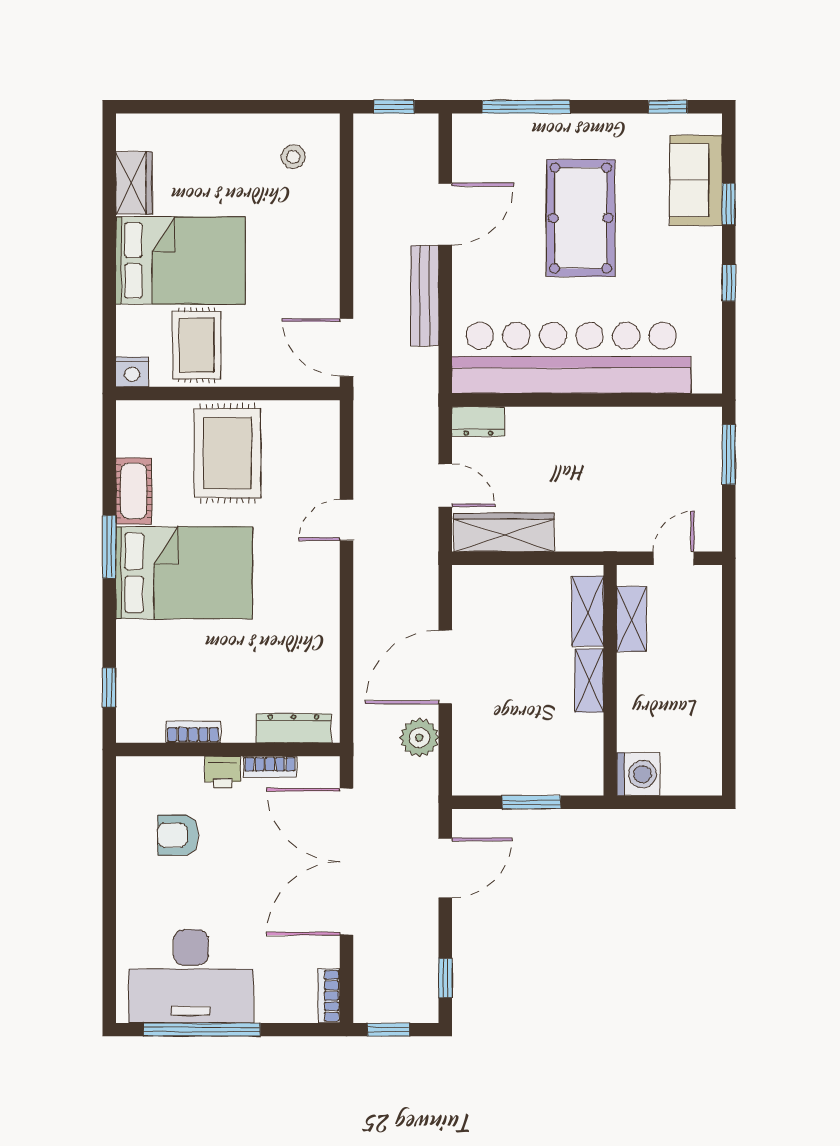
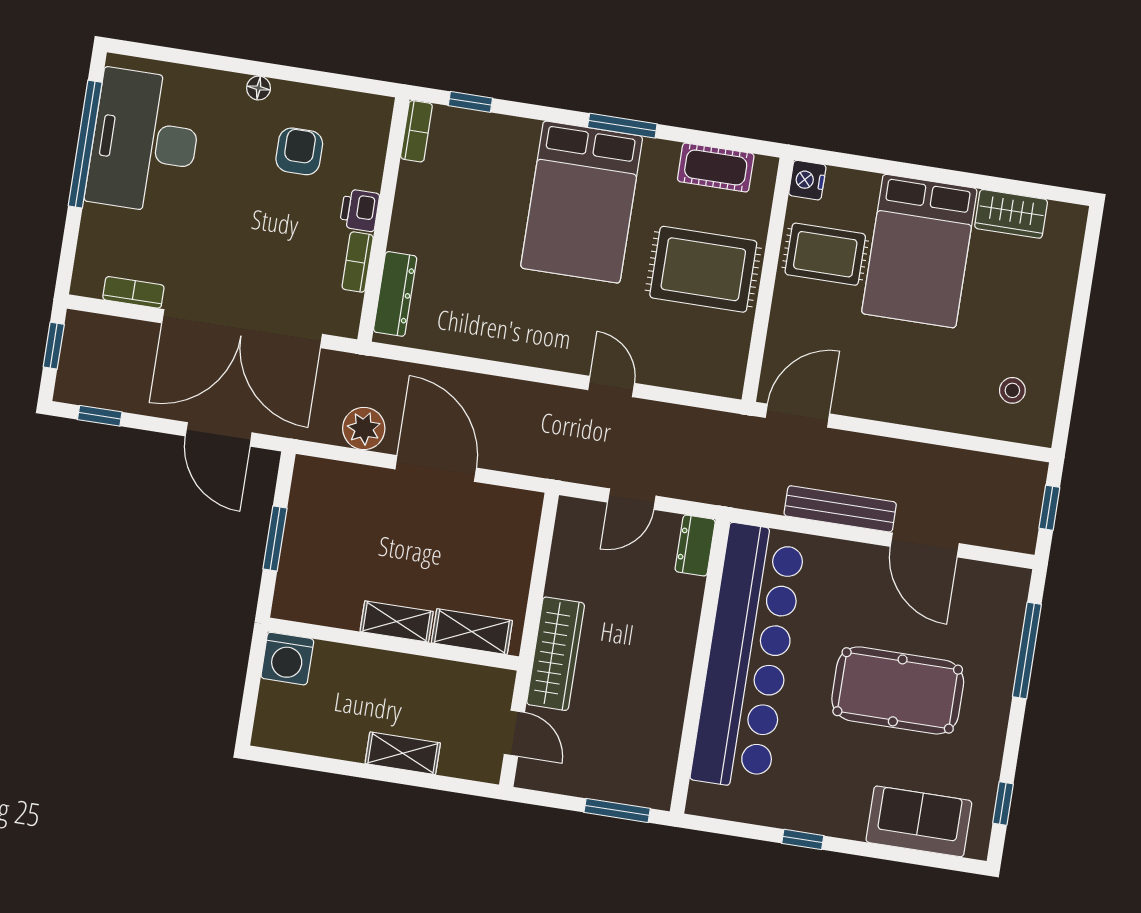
window: (729, 204) -> (888, 853), removed
cot: (134, 491) -> (716, 167), moved
wardrobe: (504, 532) -> (556, 654), moved
shelving: (631, 619) -> (403, 753), moved
bookcase: (193, 732) -> (416, 131), moved
double door: (346, 862) -> (242, 329), swing flipped
floor lamp: (127, 881) -> (259, 88), added
bookcase: (329, 996) -> (133, 292), moved

